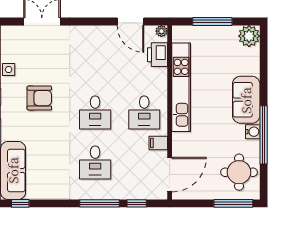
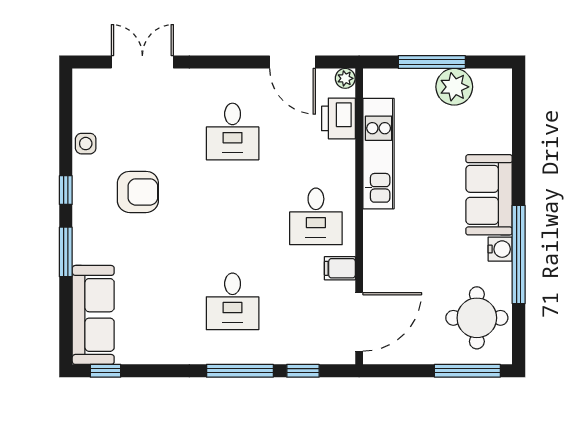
plant: (249, 36) -> (454, 87), moved
kitchen unit: (181, 87) -> (379, 154), width x0.73
desk: (95, 112) -> (233, 131), moved

